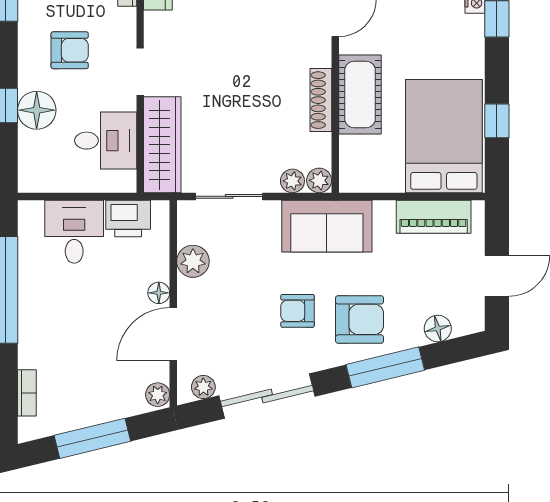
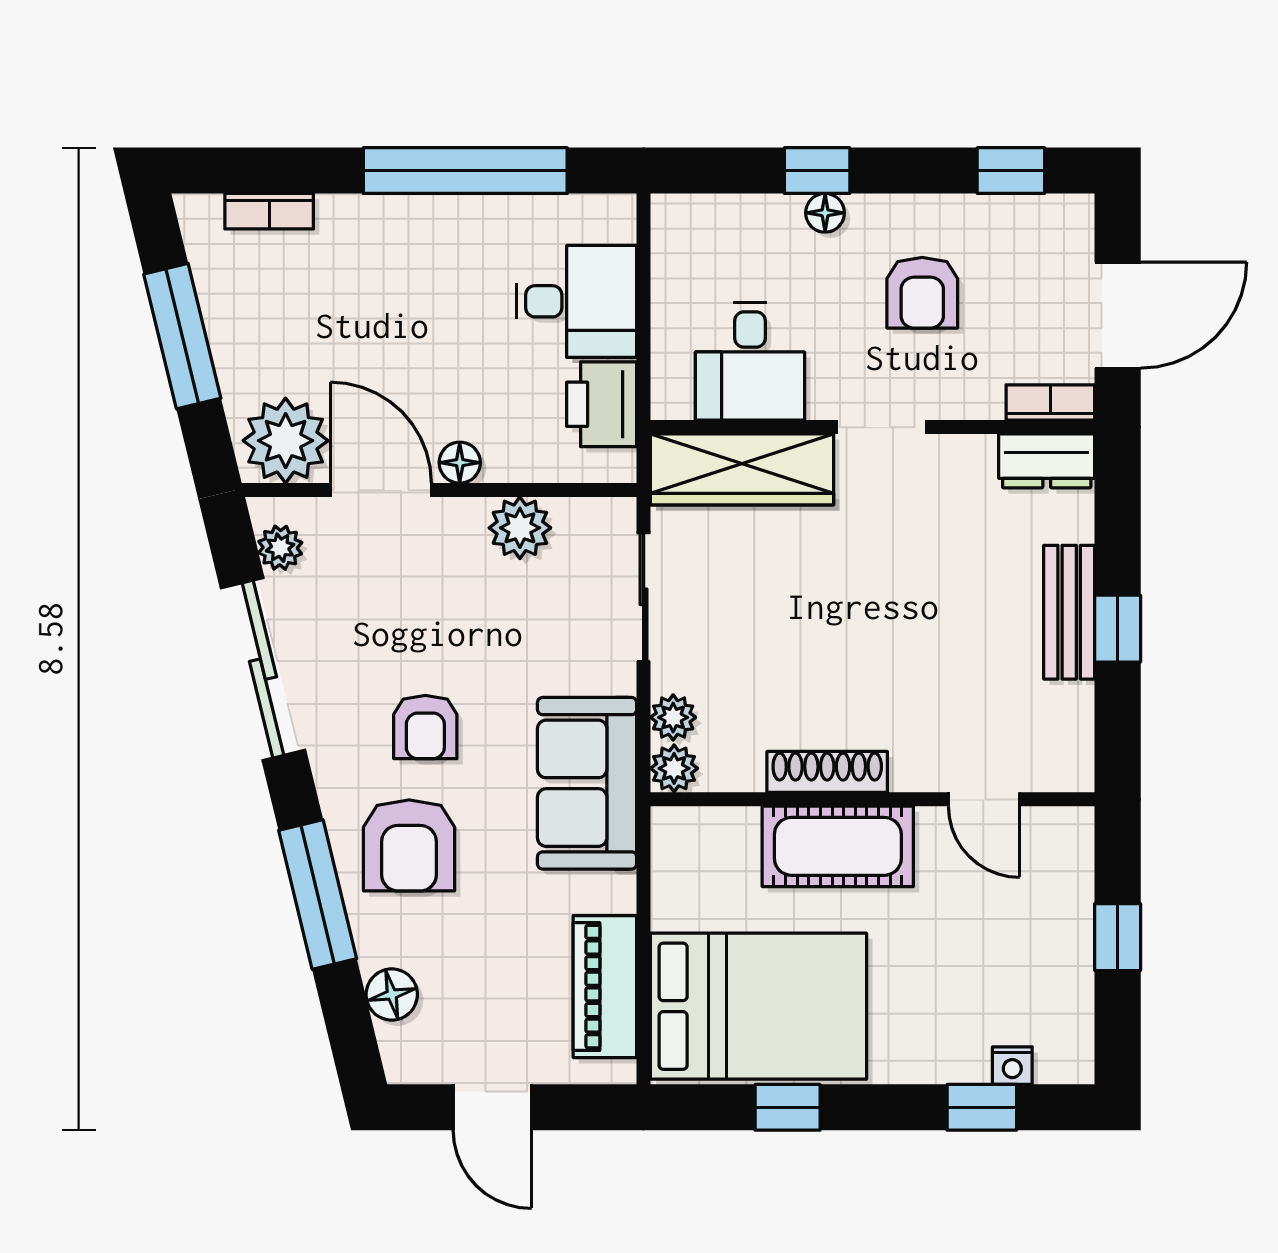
floor lamp: (37, 110) -> (825, 213), width x0.53, depth x0.53
armchair: (297, 311) -> (425, 727), turned 180
plant: (158, 395) -> (286, 441), width x1.87, depth x1.87

